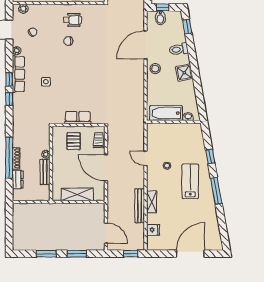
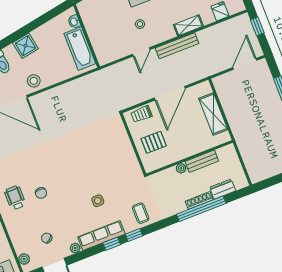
coffee table: (24, 110) -> (141, 213), added
row of seats: (78, 118) -> (125, 148), removed
bench: (140, 206) -> (177, 46), moved

